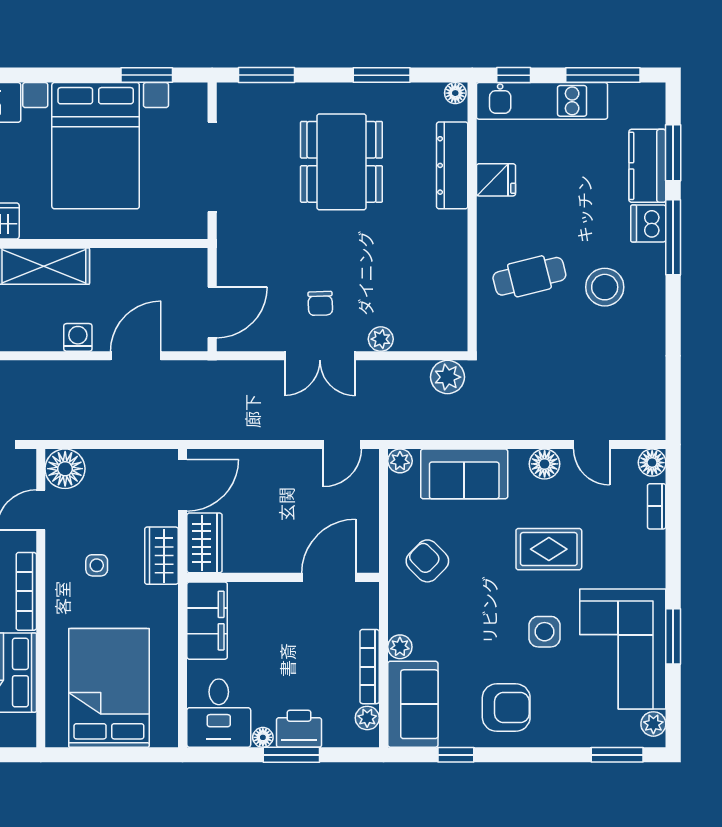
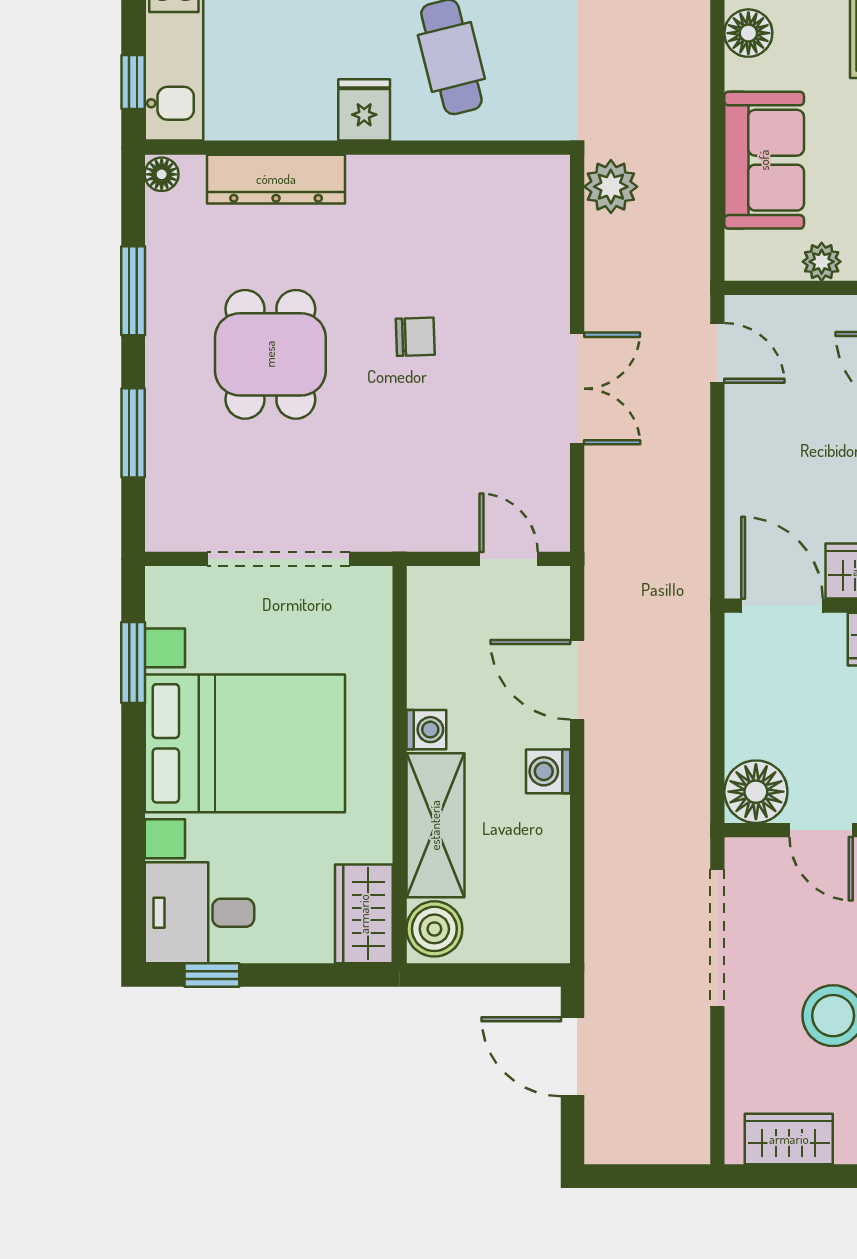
window: (267, 75) -> (133, 433), moved
dining table: (341, 162) -> (270, 354), width x0.73
fridge: (496, 180) -> (364, 110), moved
washing machine: (104, 260) -> (426, 730), added
chair: (320, 303) -> (415, 337), moved
door: (212, 312) -> (509, 559), width x0.73
plant: (381, 339) -> (551, 292), removed
plant: (400, 461) -> (822, 262), moved

